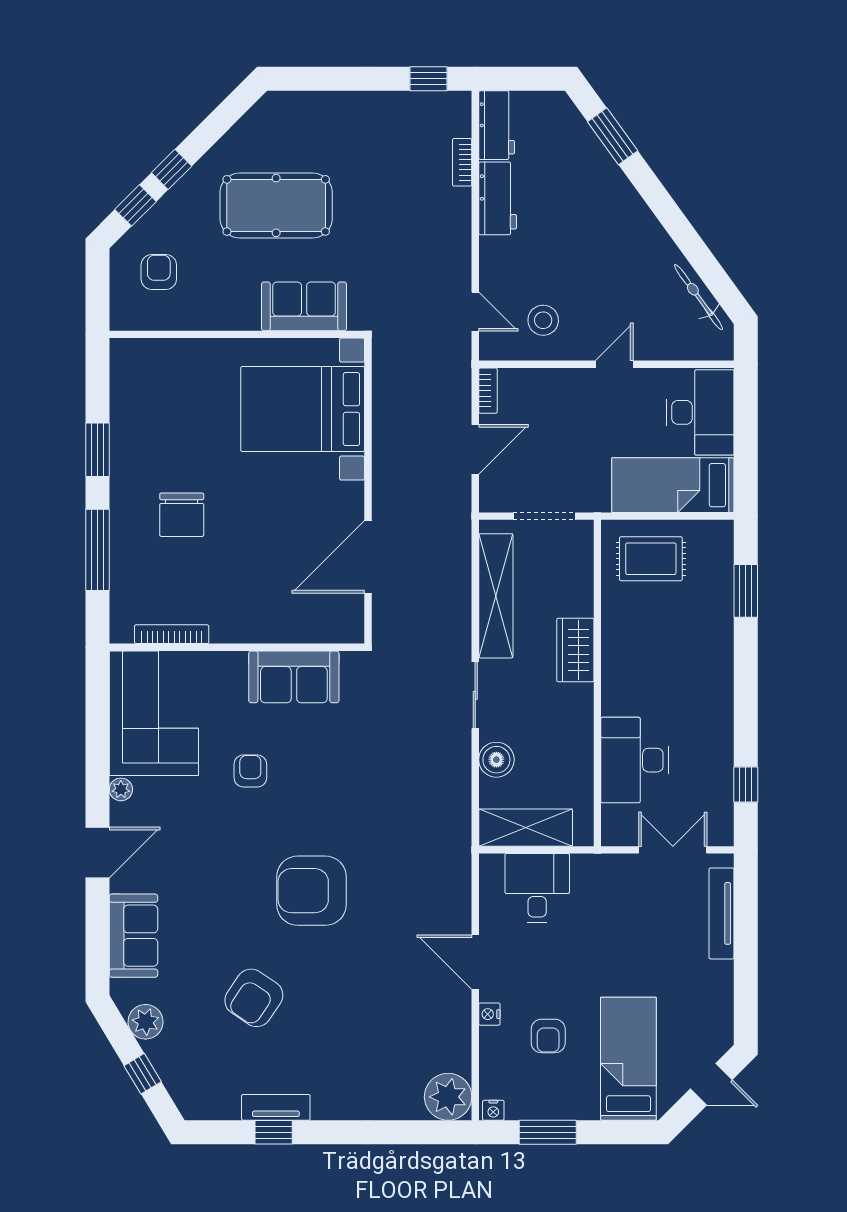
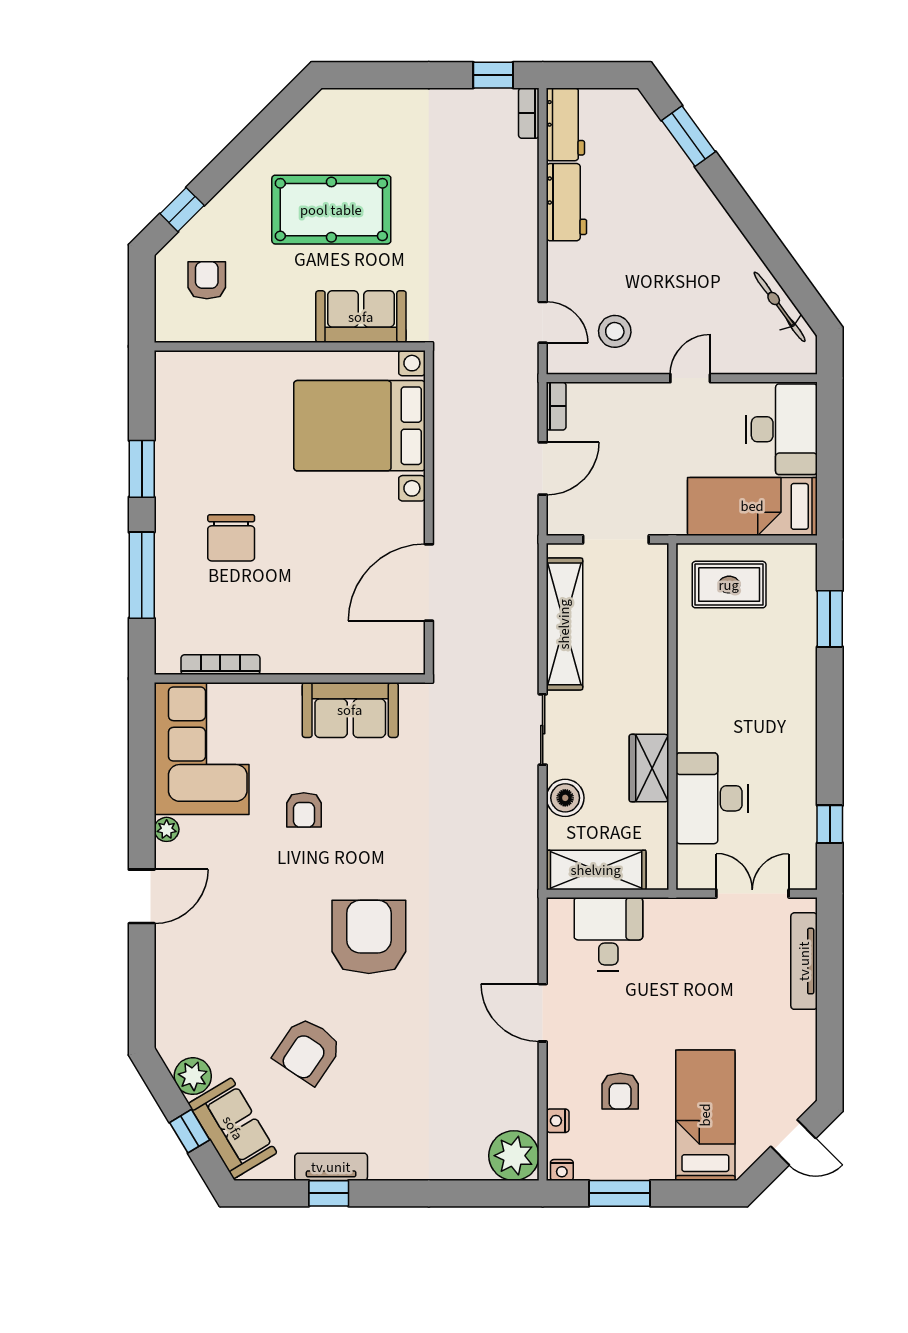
bookcase: (462, 162) -> (529, 113), moved
window: (172, 169) -> (220, 171), removed
wardrobe: (575, 650) -> (649, 768), moved
armchair: (250, 771) -> (304, 810), turned 180
armchair: (312, 891) -> (369, 937), turned 90
sofa: (133, 936) -> (233, 1128), moved, turned -31
nightstand: (489, 1014) -> (558, 1121), moved

